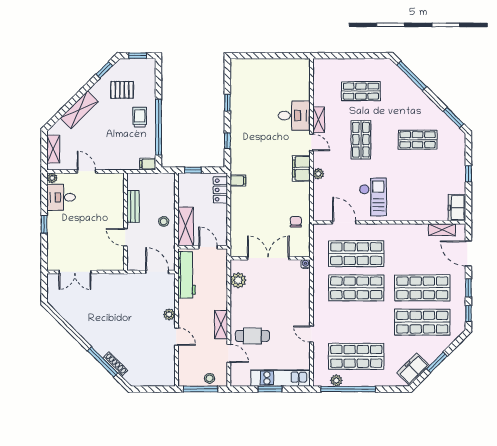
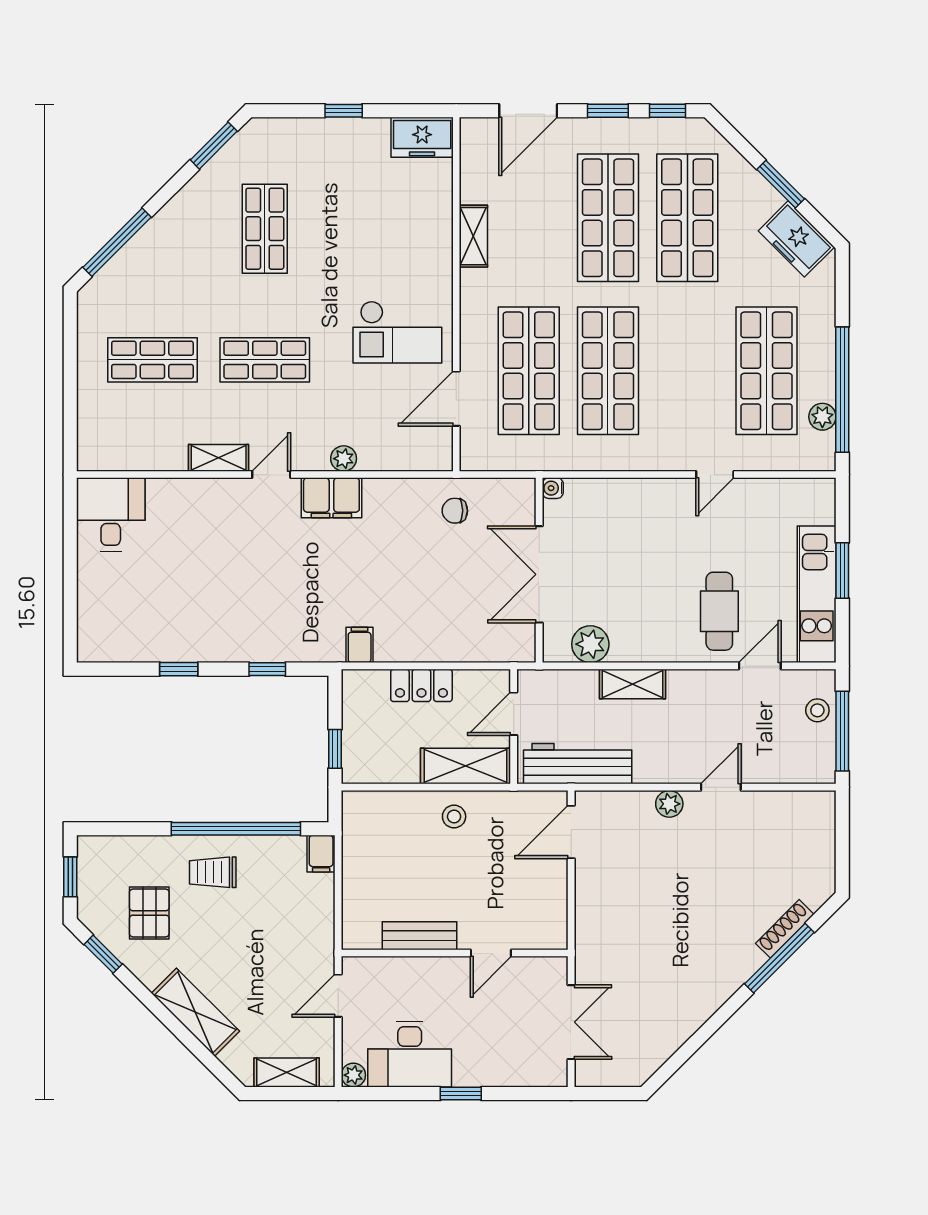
shop shelf: (361, 91) -> (152, 360), turned 90
desk: (294, 116) -> (111, 515), moved
locker: (220, 190) -> (421, 685), moved
desk: (61, 197) -> (410, 1054), width x1.37
checkout: (373, 197) -> (397, 332), turned 180
bench: (133, 207) -> (420, 936), moved
wall: (125, 222) -> (455, 953), moved
shelving: (442, 230) -> (473, 236), moved
door: (125, 237) -> (491, 953), moved
shelving: (221, 325) -> (633, 684), moved
kitchen unit: (281, 378) -> (817, 594), moved

